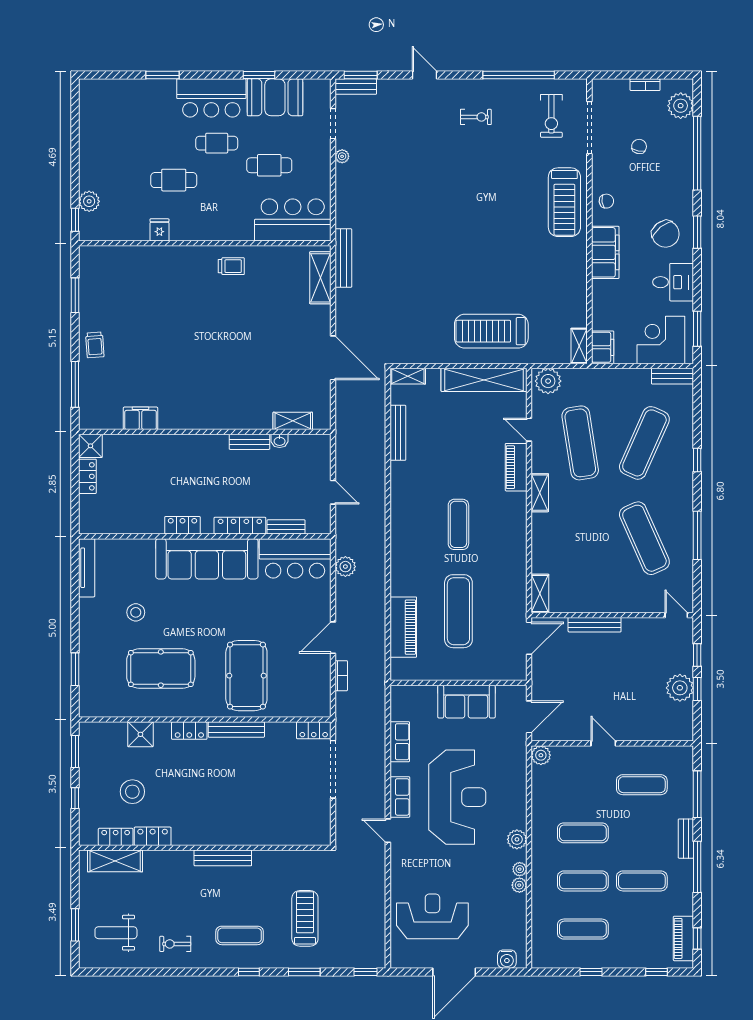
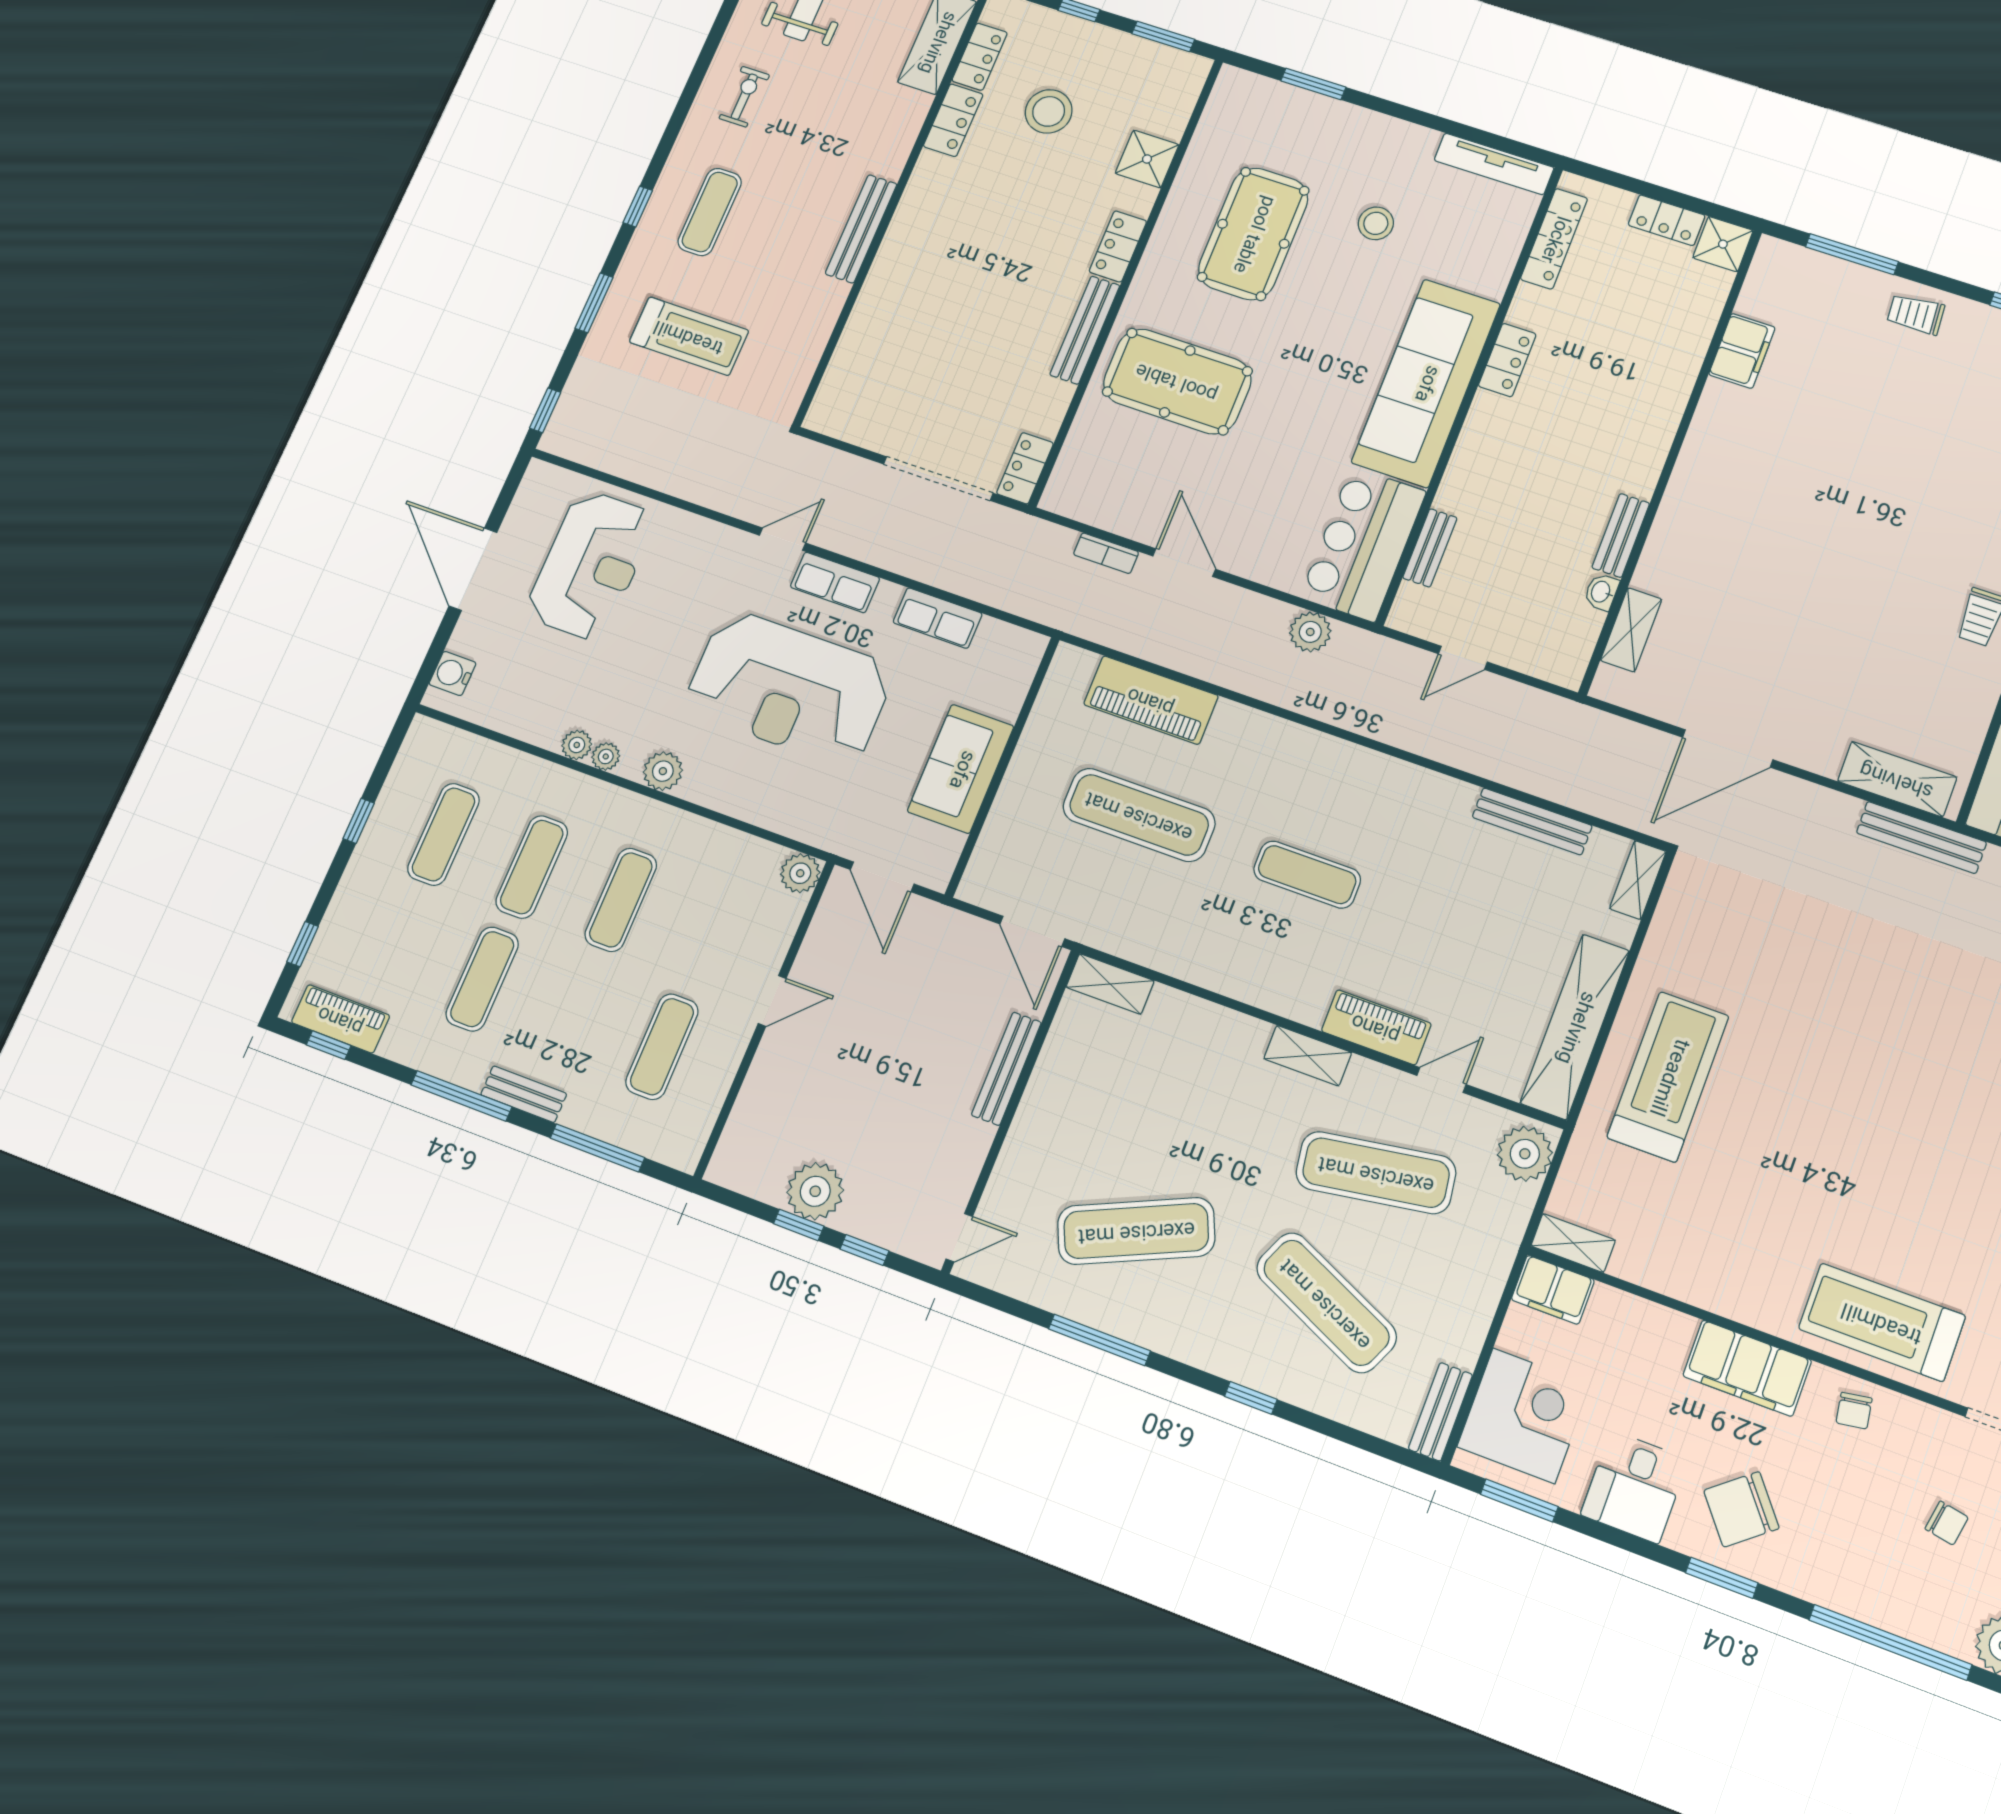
locker: (240, 526) -> (1554, 239), moved

